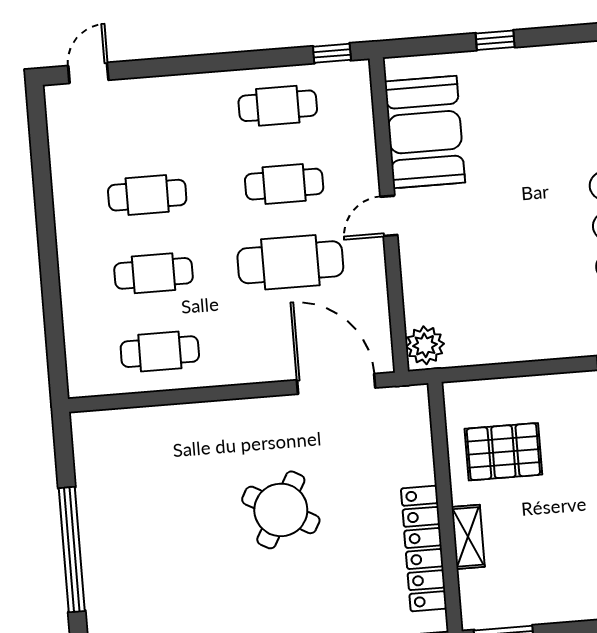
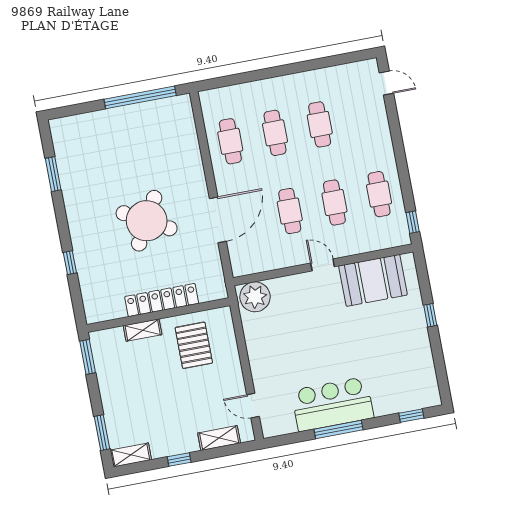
cafe table: (290, 262) -> (290, 211), width x0.73, depth x0.74
plant: (425, 345) -> (255, 297), width x1.36, depth x1.36
door: (336, 384) -> (218, 220), moved
round table: (281, 510) -> (147, 221), width x1.36, depth x1.36
locker: (424, 549) -> (162, 300), moved
window: (72, 550) -> (140, 97), moved

